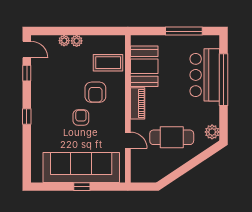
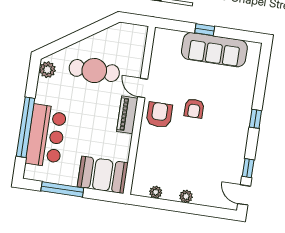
plant: (64, 41) -> (156, 192), moved
coffee table: (108, 63) -> (154, 166), removed
booth: (144, 66) -> (103, 175), moved, turned 90
armchair: (95, 92) -> (159, 115), moved
door: (128, 140) -> (143, 88), moved
sofa: (81, 167) -> (214, 50), width x0.74, depth x0.79

